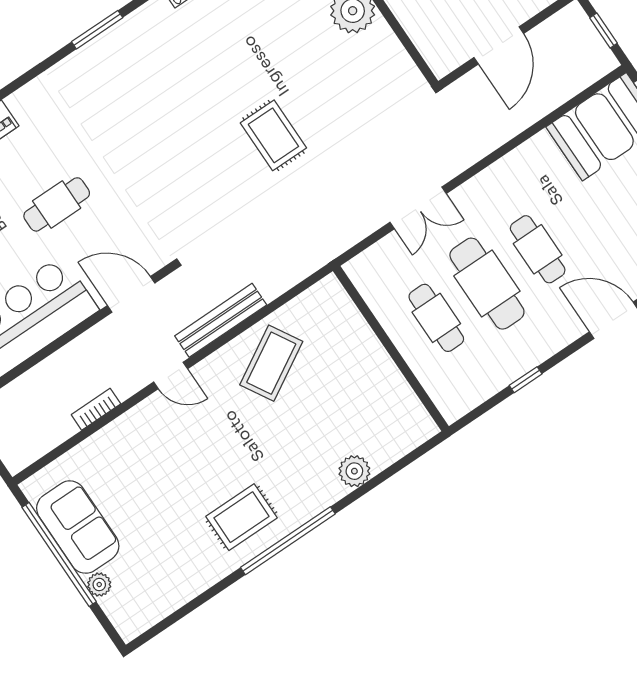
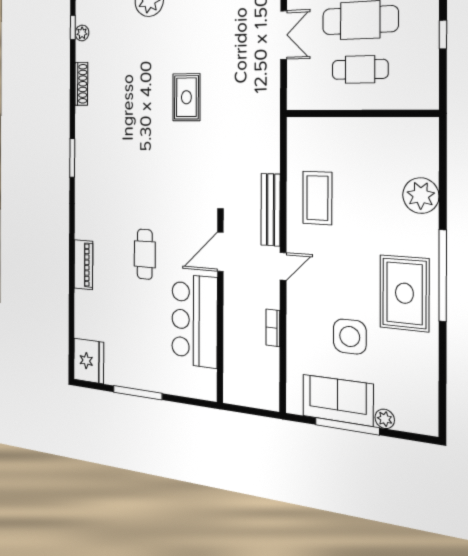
rug: (273, 135) -> (186, 97), turned 90
coffee table: (271, 363) -> (317, 198), turned 30
plant: (354, 471) -> (421, 196), width x1.36, depth x1.36
side table: (154, 494) -> (350, 337), added
rug: (242, 517) -> (404, 293), width x1.36, depth x1.43
window: (59, 554) -> (347, 426), width x0.68

